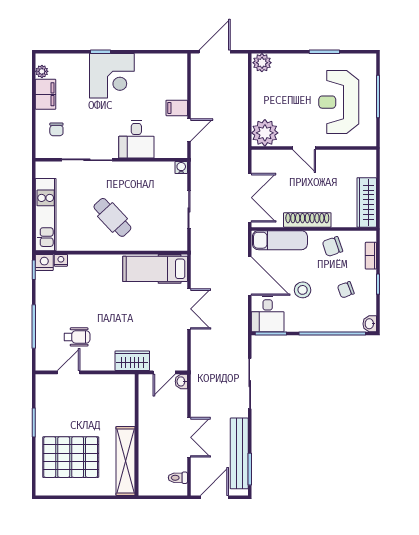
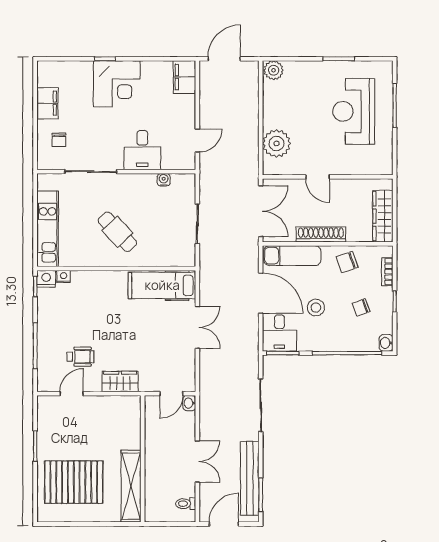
plant: (42, 71) -> (44, 79), removed
filing cabinet: (177, 108) -> (185, 77), moved, width x2.00
door: (304, 148) -> (318, 177), moved
wall: (314, 148) -> (328, 177), moved
water cooler: (181, 168) -> (164, 180), moved
wardrobe: (132, 361) -> (120, 381), moved

